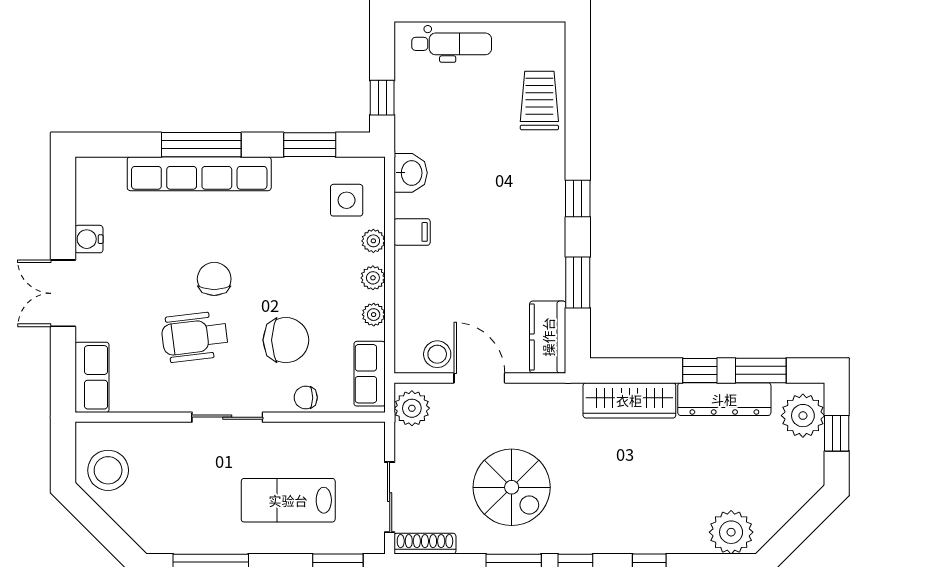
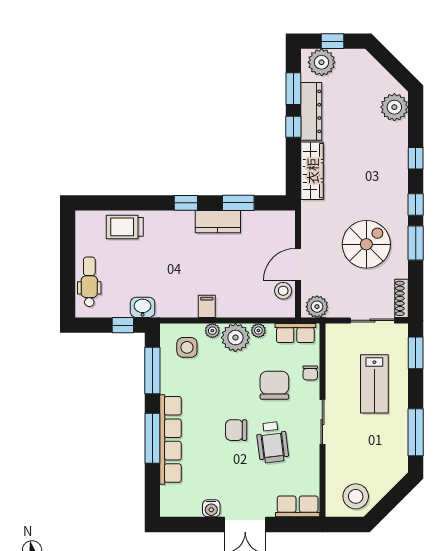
window: (310, 145) -> (152, 370), width x1.44
washbasin: (411, 173) -> (143, 307), moved
plant: (373, 278) -> (235, 338), width x1.87, depth x1.87
kitchen counter: (548, 337) -> (218, 222), moved

